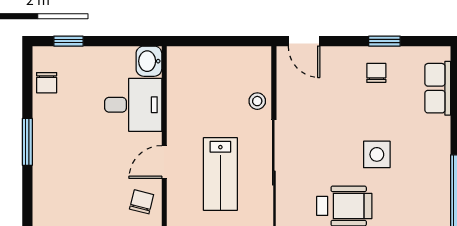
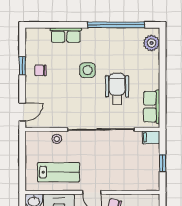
row of seats: (438, 88) -> (66, 35), moved
lab bench: (220, 174) -> (59, 172), moved

